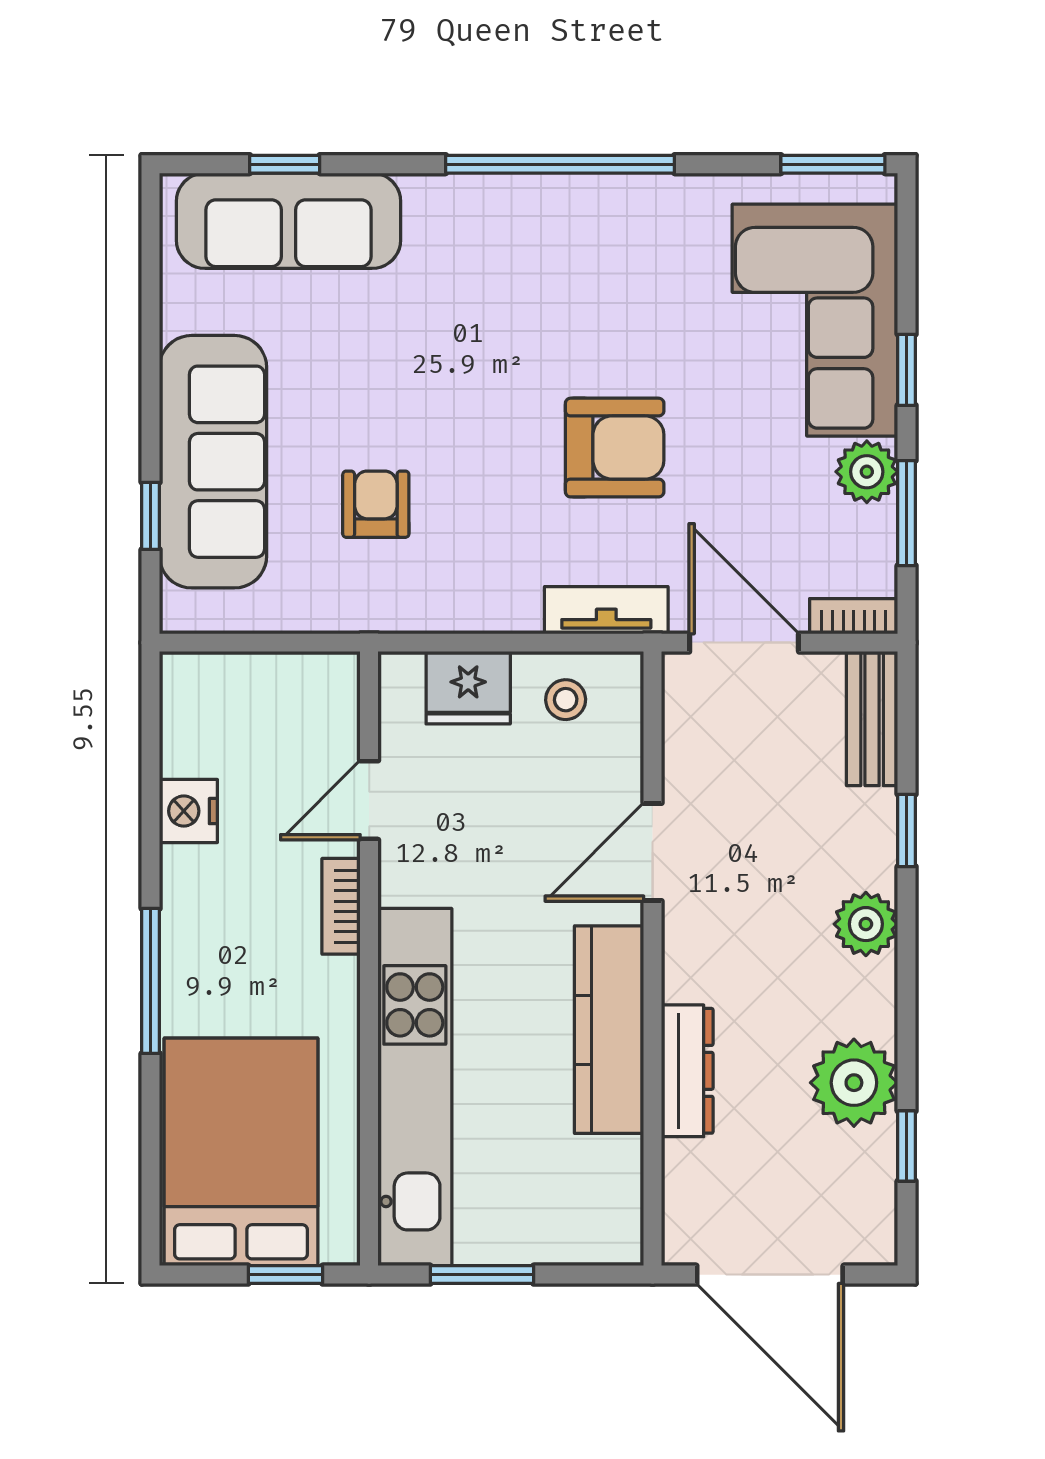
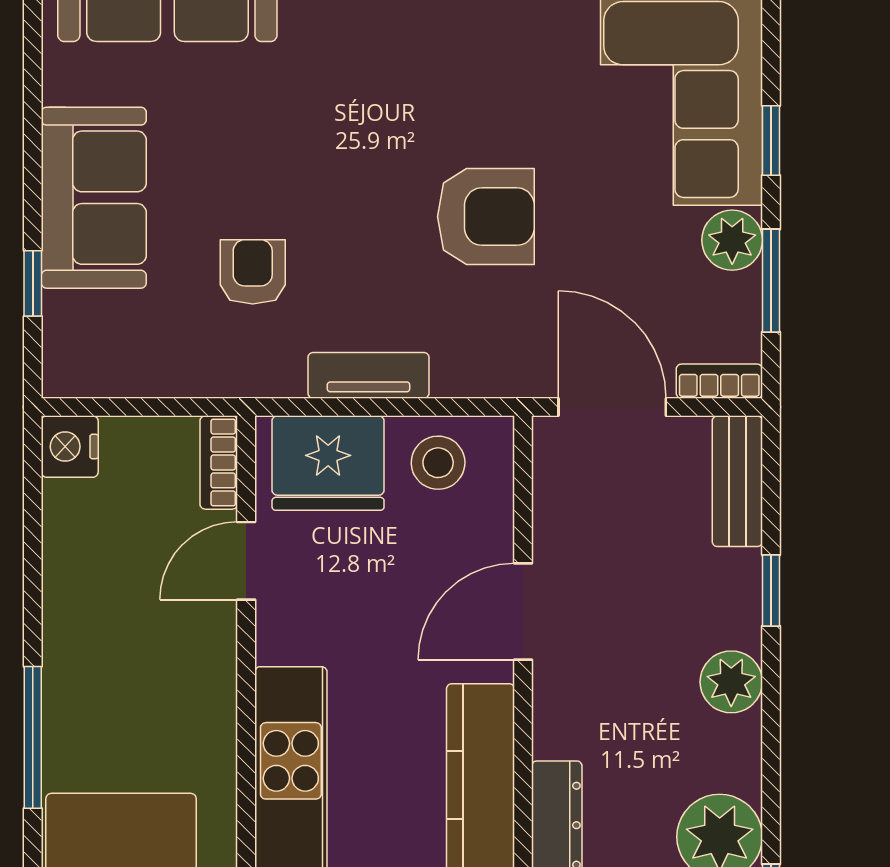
sofa: (213, 462) -> (94, 198), width x0.73
tv unit: (606, 610) -> (368, 375), moved
fridge: (468, 688) -> (328, 463), width x1.36, depth x1.34
stool: (566, 700) -> (438, 463), width x1.37, depth x1.37
nightstand: (188, 811) -> (70, 447), moved
bookcase: (341, 906) -> (219, 462), moved

